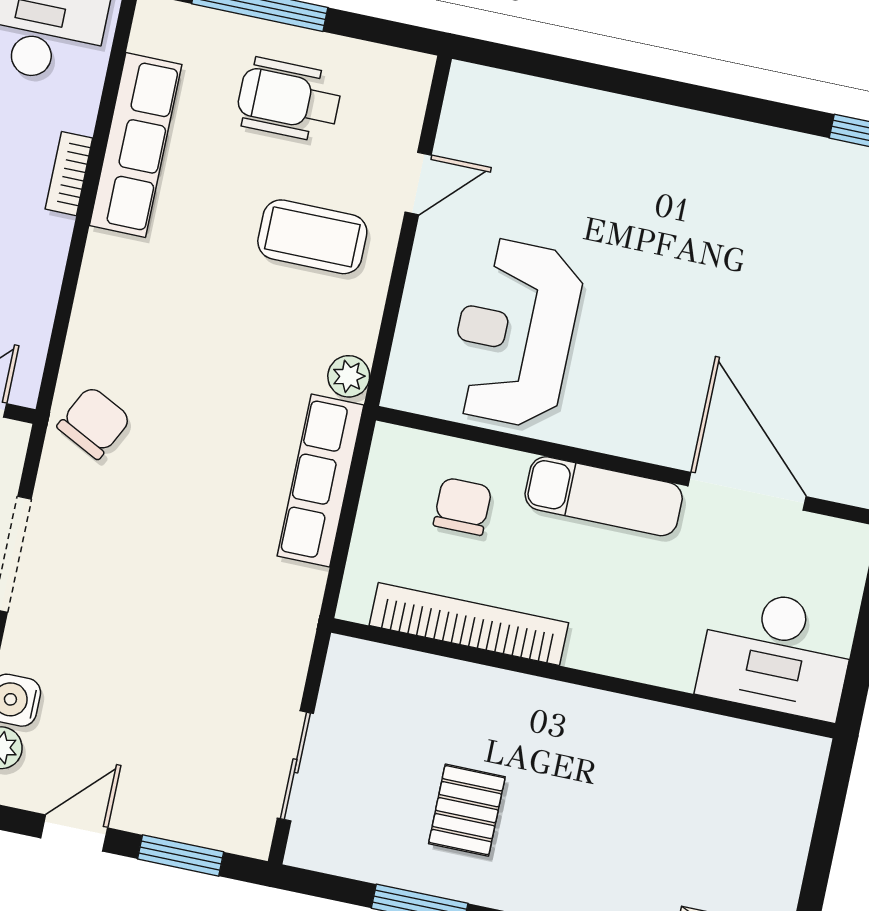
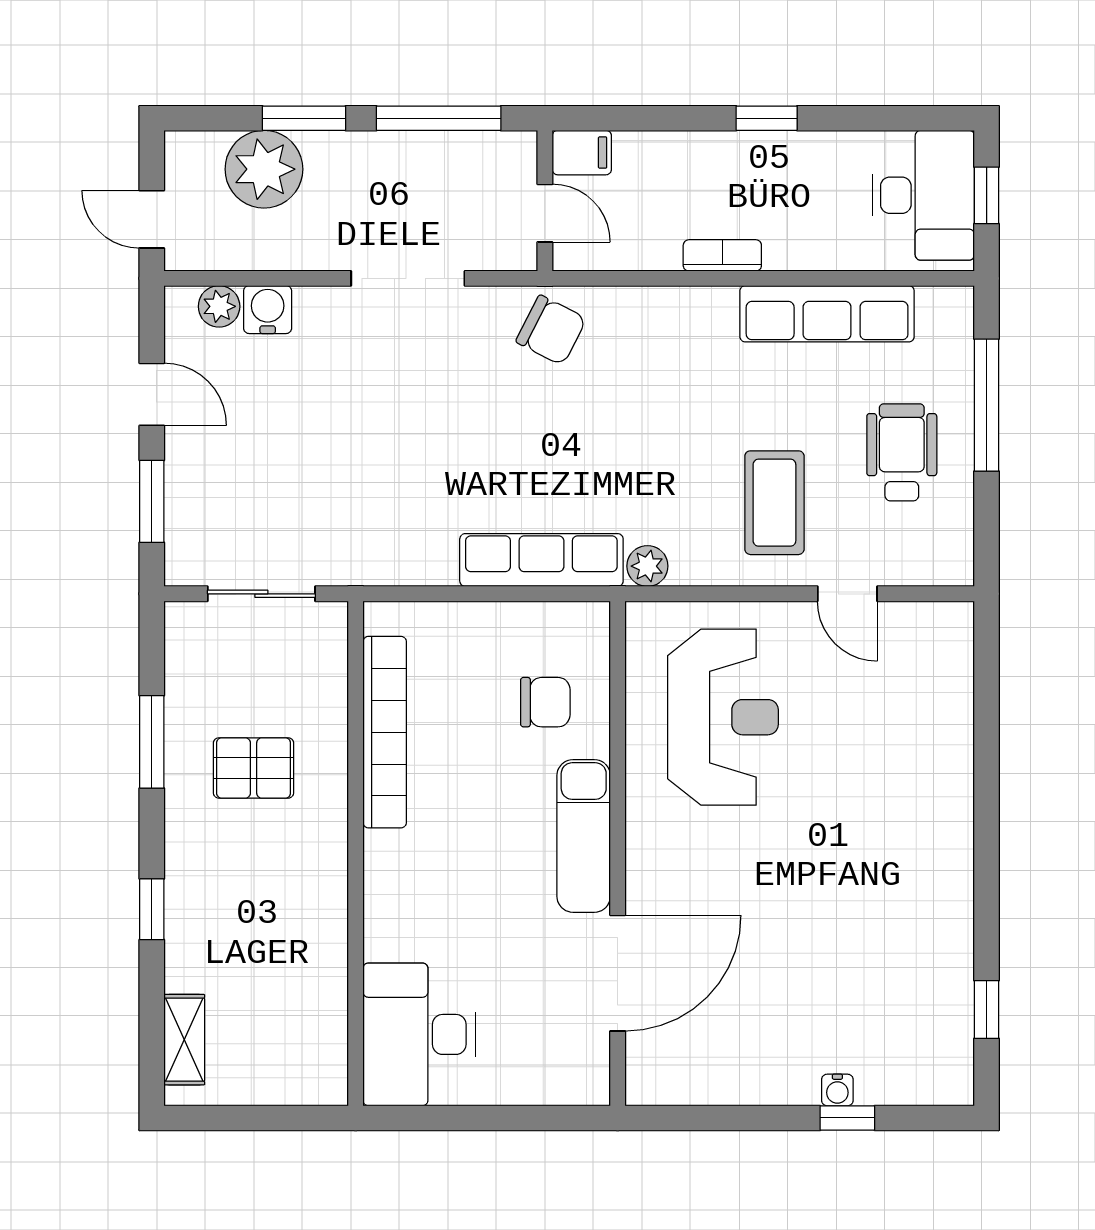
bookcase: (69, 174) -> (722, 255), moved
reception desk: (515, 333) -> (723, 717), turned 90
bookcase: (469, 624) -> (385, 732), moved
desk: (777, 653) -> (419, 1034), moved
wall: (583, 678) -> (356, 853), moved

